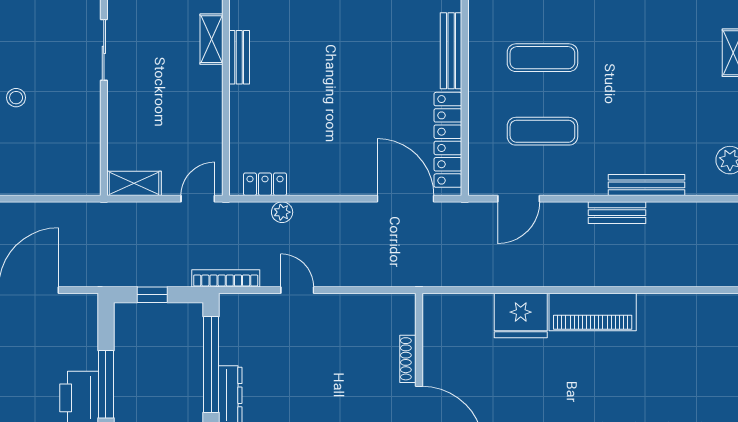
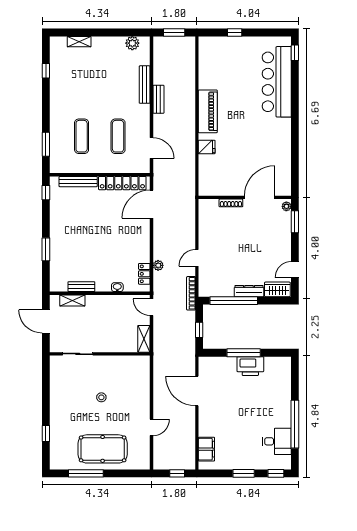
washbasin: (238, 130) -> (117, 287), added
fridge: (521, 316) -> (207, 147), width x0.53, depth x0.75

